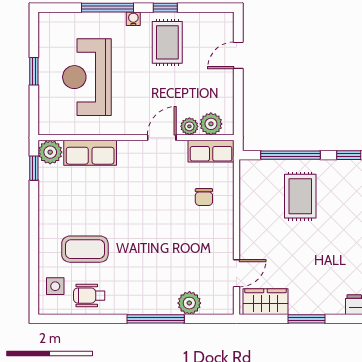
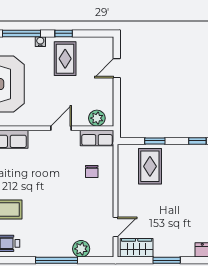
plant: (189, 126) -> (81, 120), removed
window: (290, 155) -> (155, 141), width x0.46
rug: (300, 196) -> (150, 166), moved

